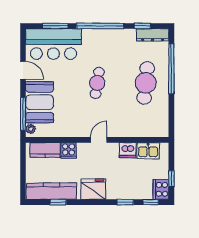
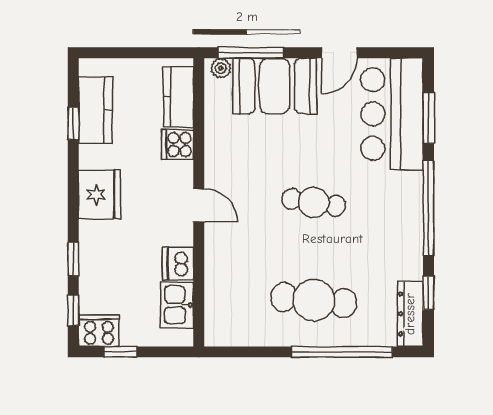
kitchen counter: (51, 191) -> (95, 110), width x0.67

